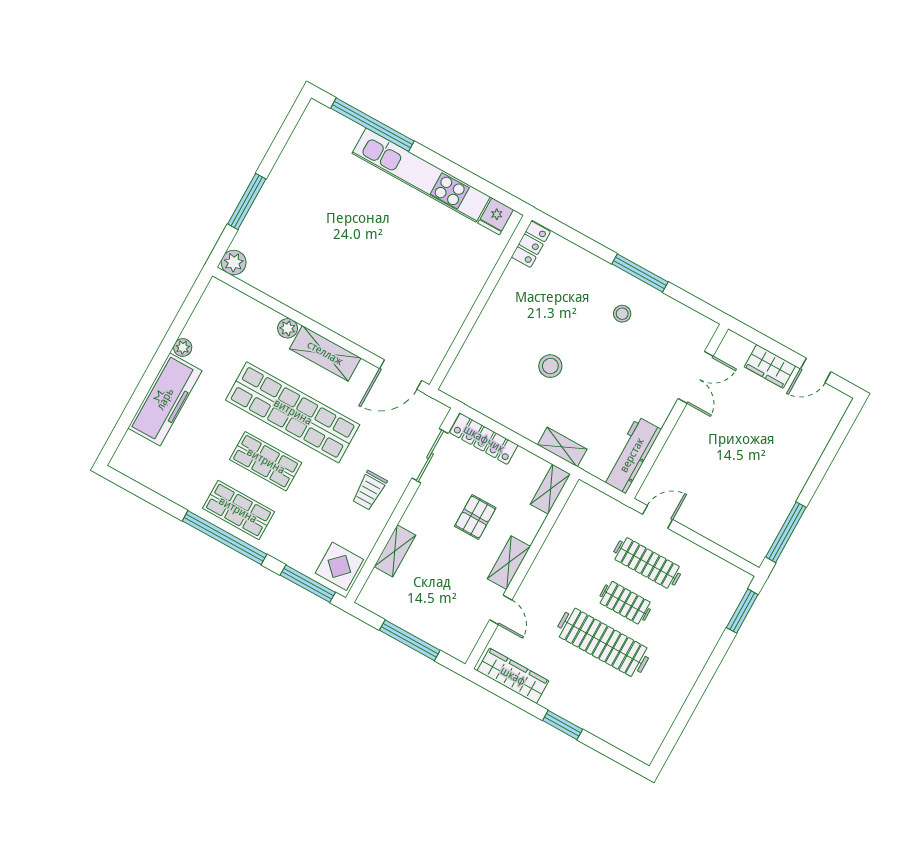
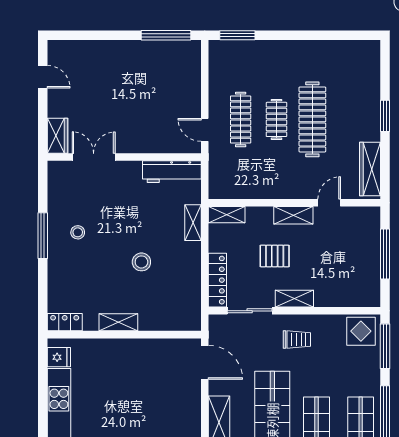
shelving: (498, 304) -> (118, 322), added
wardrobe: (770, 366) -> (57, 136), moved
shelving: (395, 551) -> (294, 299), moved

